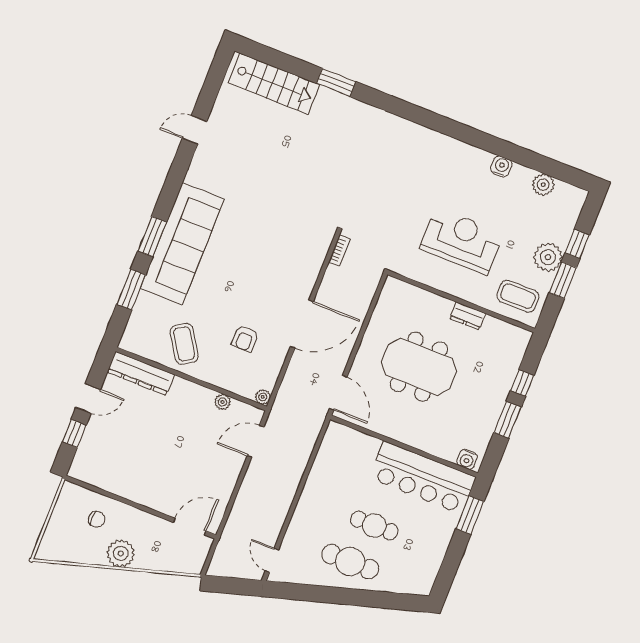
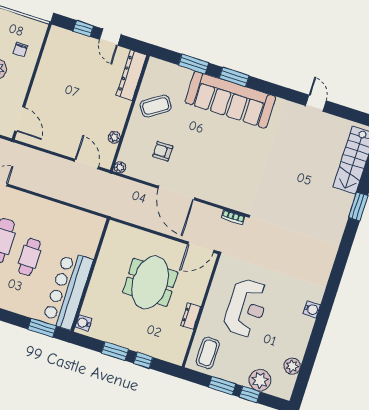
water cooler: (501, 166) -> (312, 309), moved
plant: (548, 257) -> (260, 380), moved
door: (338, 393) -> (201, 247), moved

